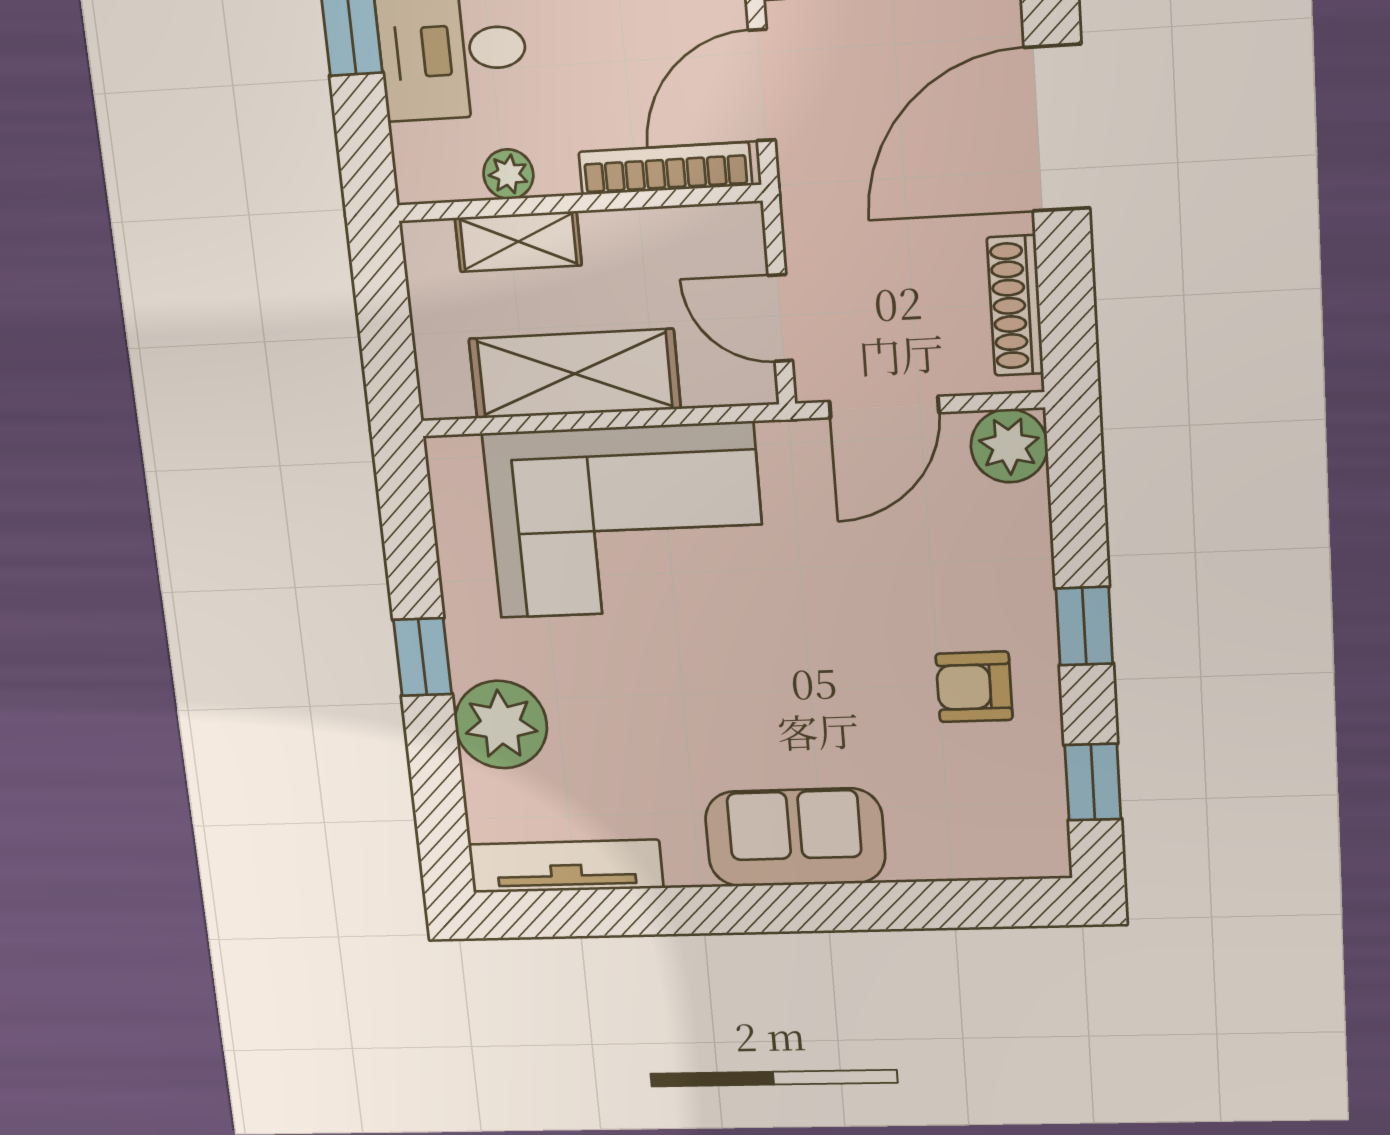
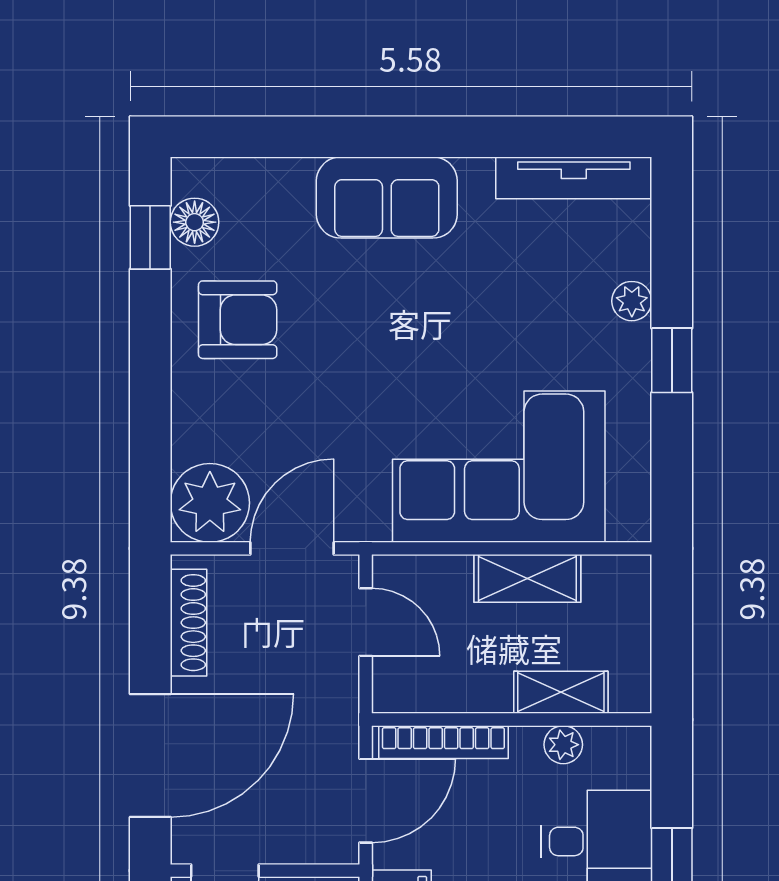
shelving: (575, 374) -> (527, 578), width x0.67, depth x0.75
plant: (1009, 446) -> (210, 503), width x1.36, depth x1.36
window: (1084, 626) -> (150, 366), removed
armchair: (974, 687) -> (238, 320), width x1.38, depth x1.38
plant: (501, 725) -> (632, 301), width x0.53, depth x0.53
floor lamp: (1037, 802) -> (195, 222), added

